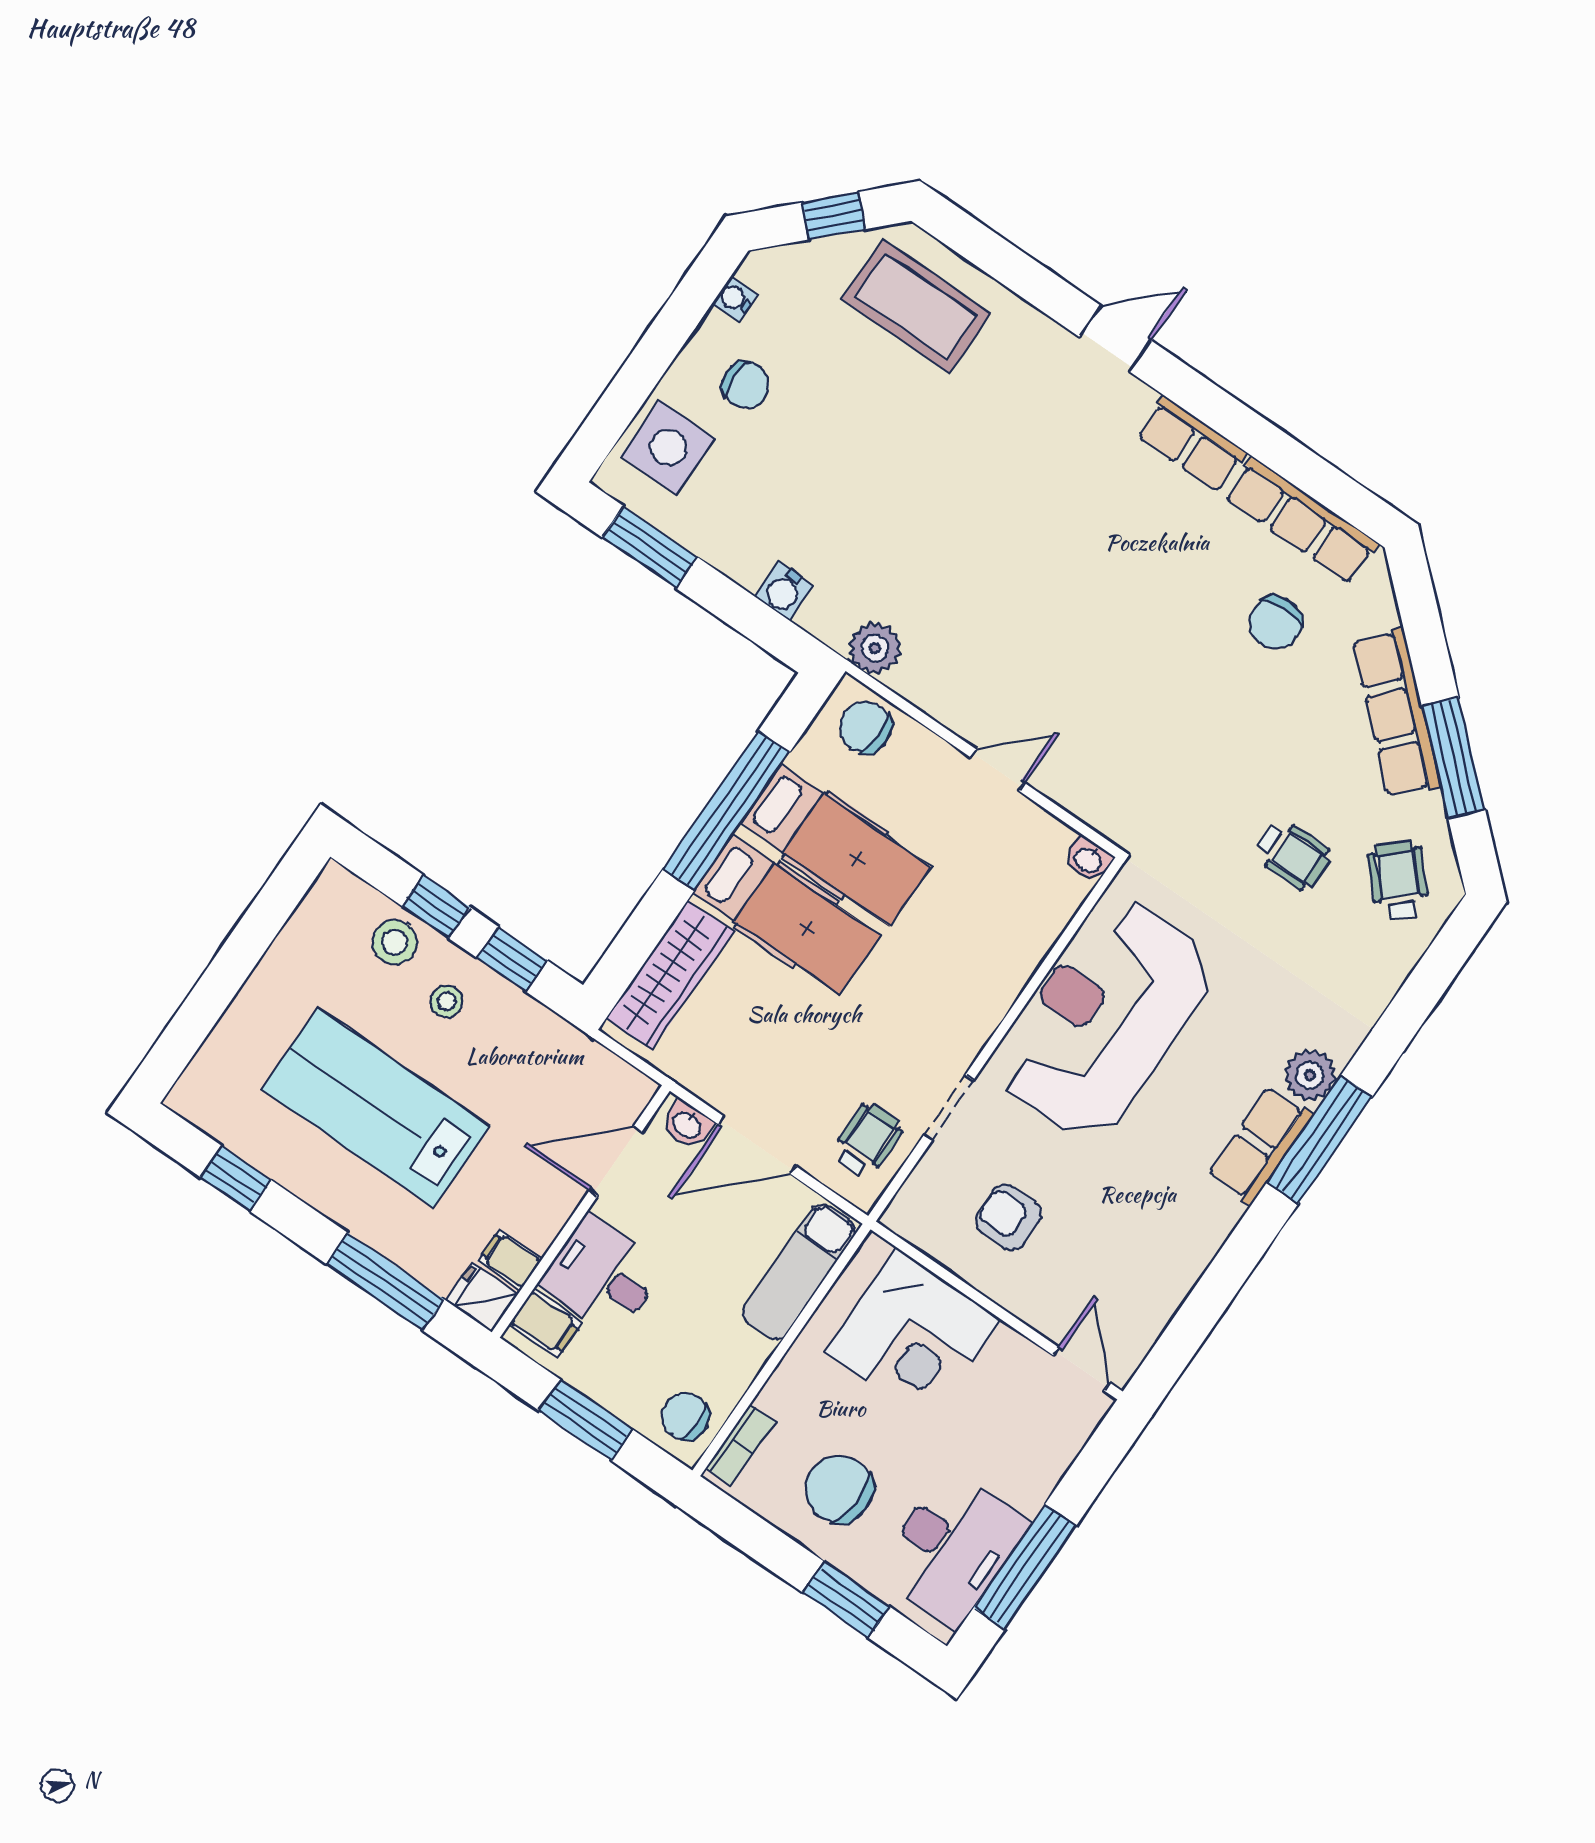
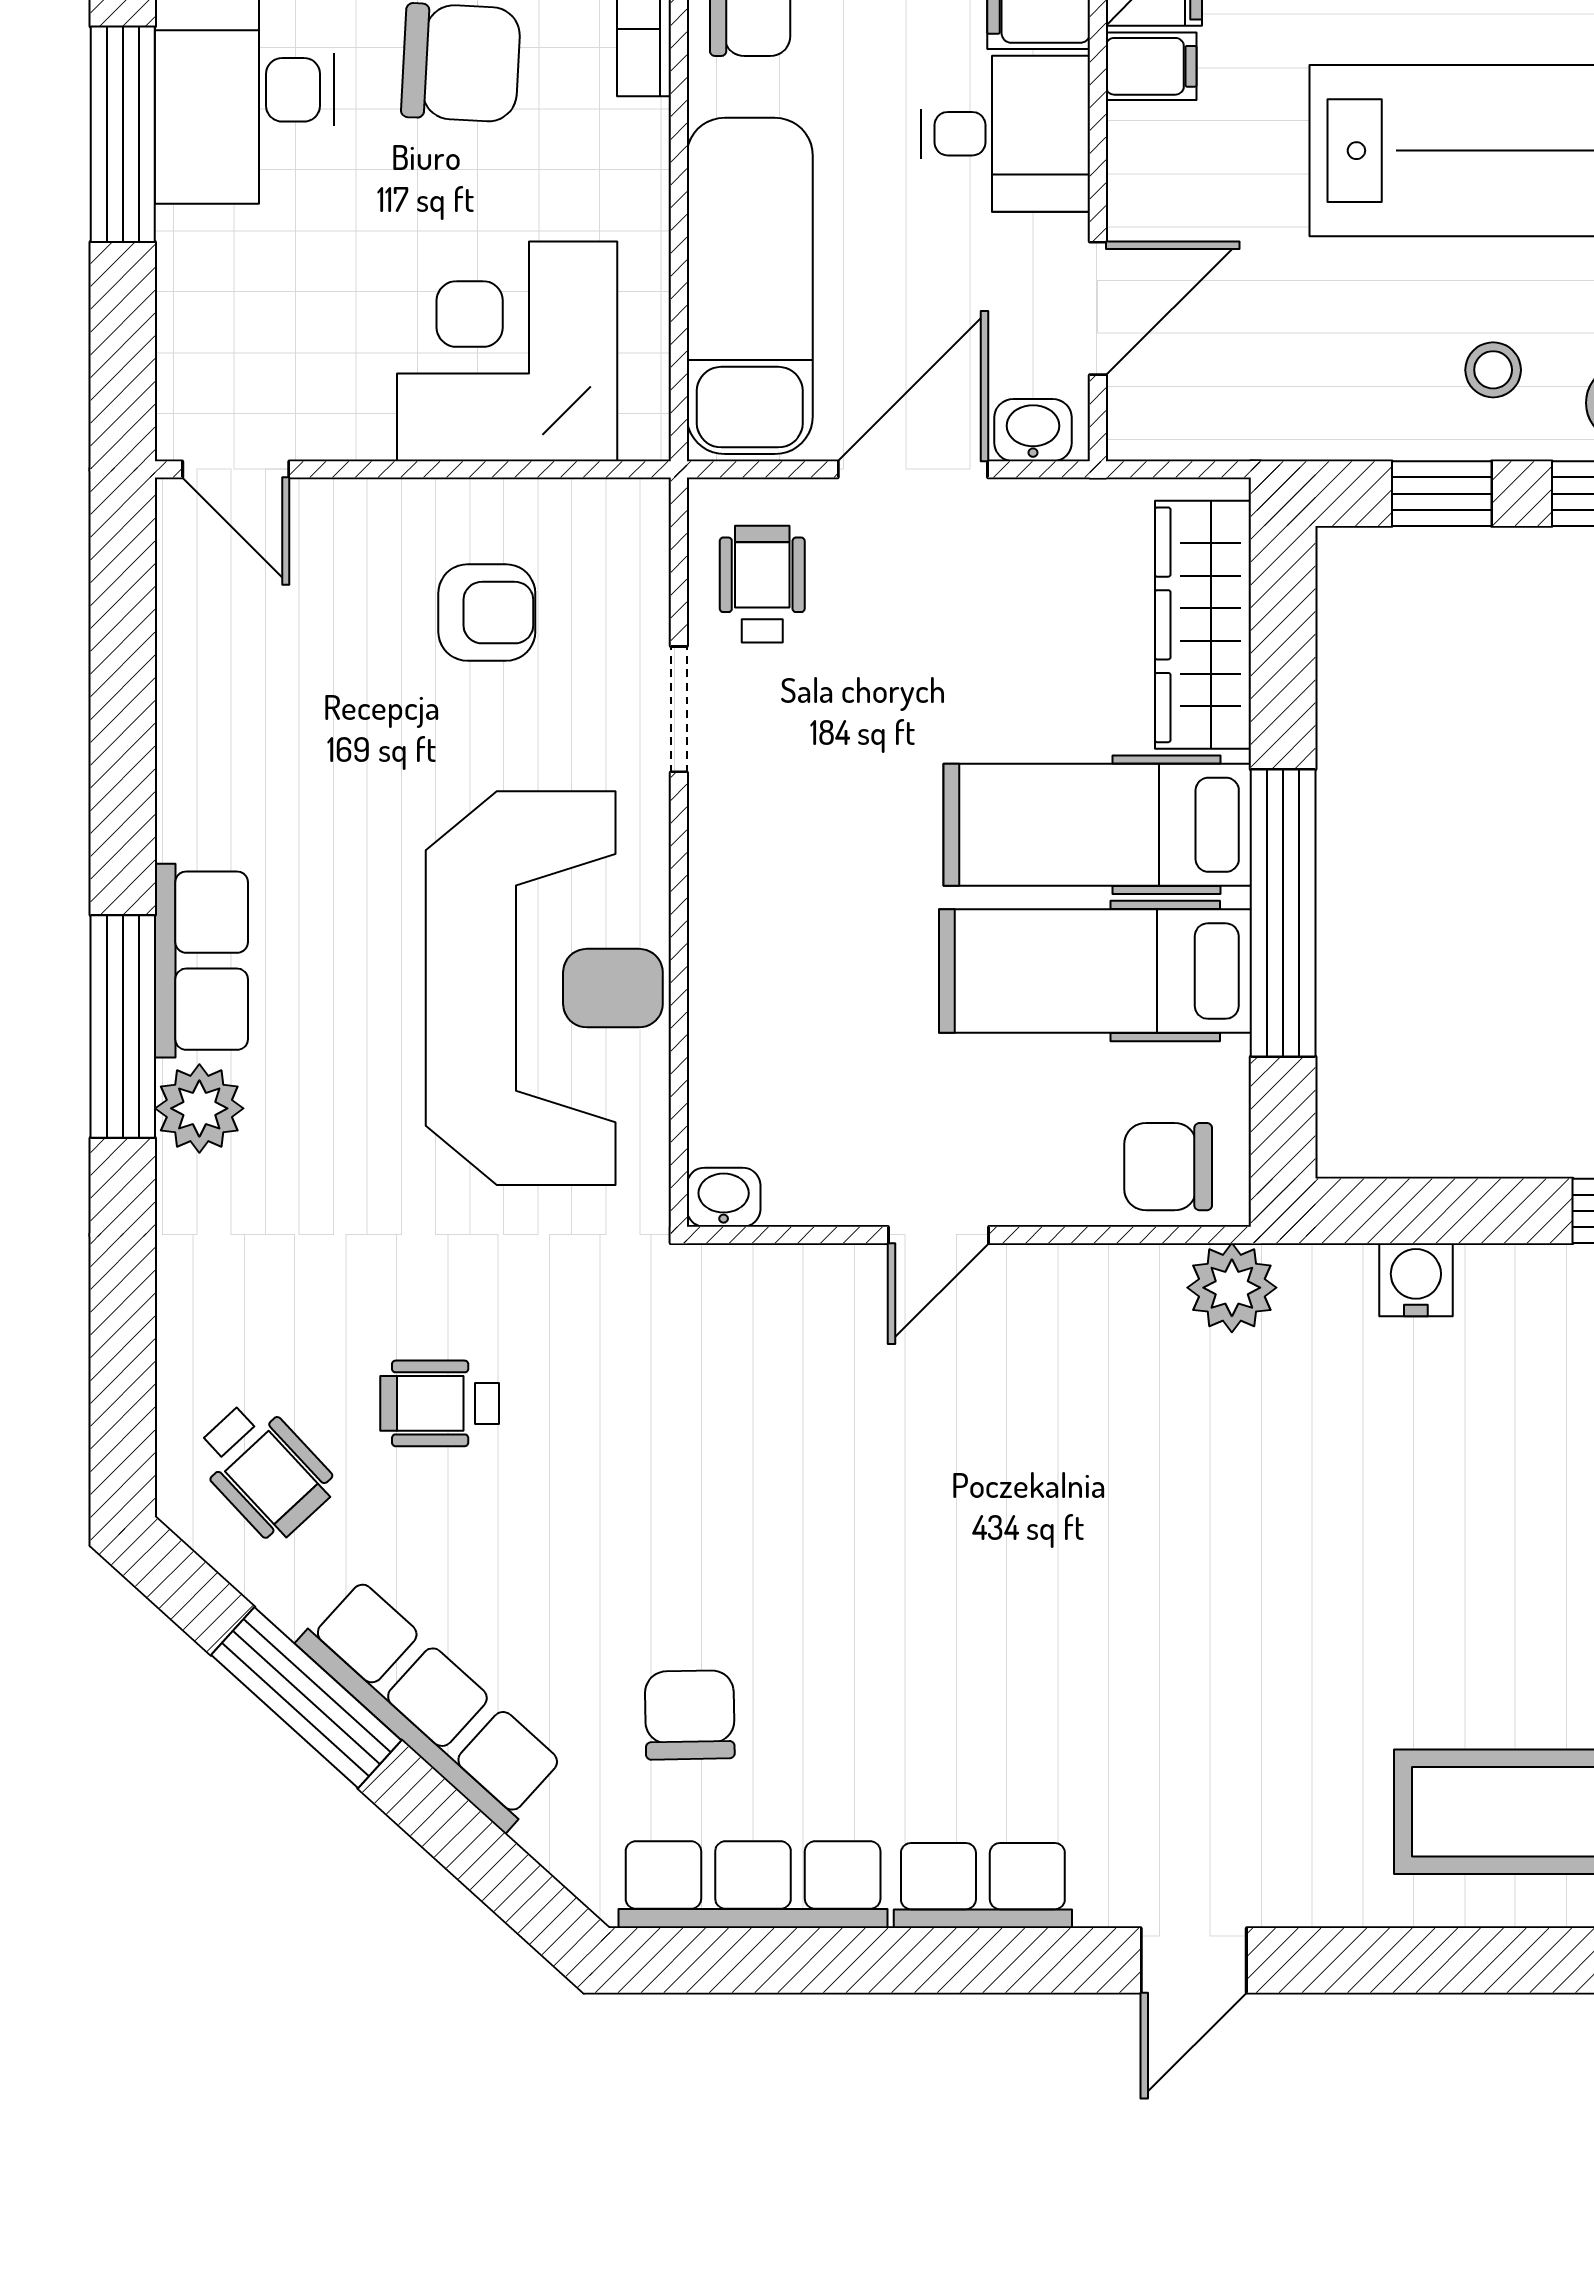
chair: (865, 727) -> (1168, 1167), turned 180
wheelchair: (867, 1140) -> (762, 584), turned 180
exam couch: (799, 1272) -> (750, 286), width x1.36, depth x1.45

